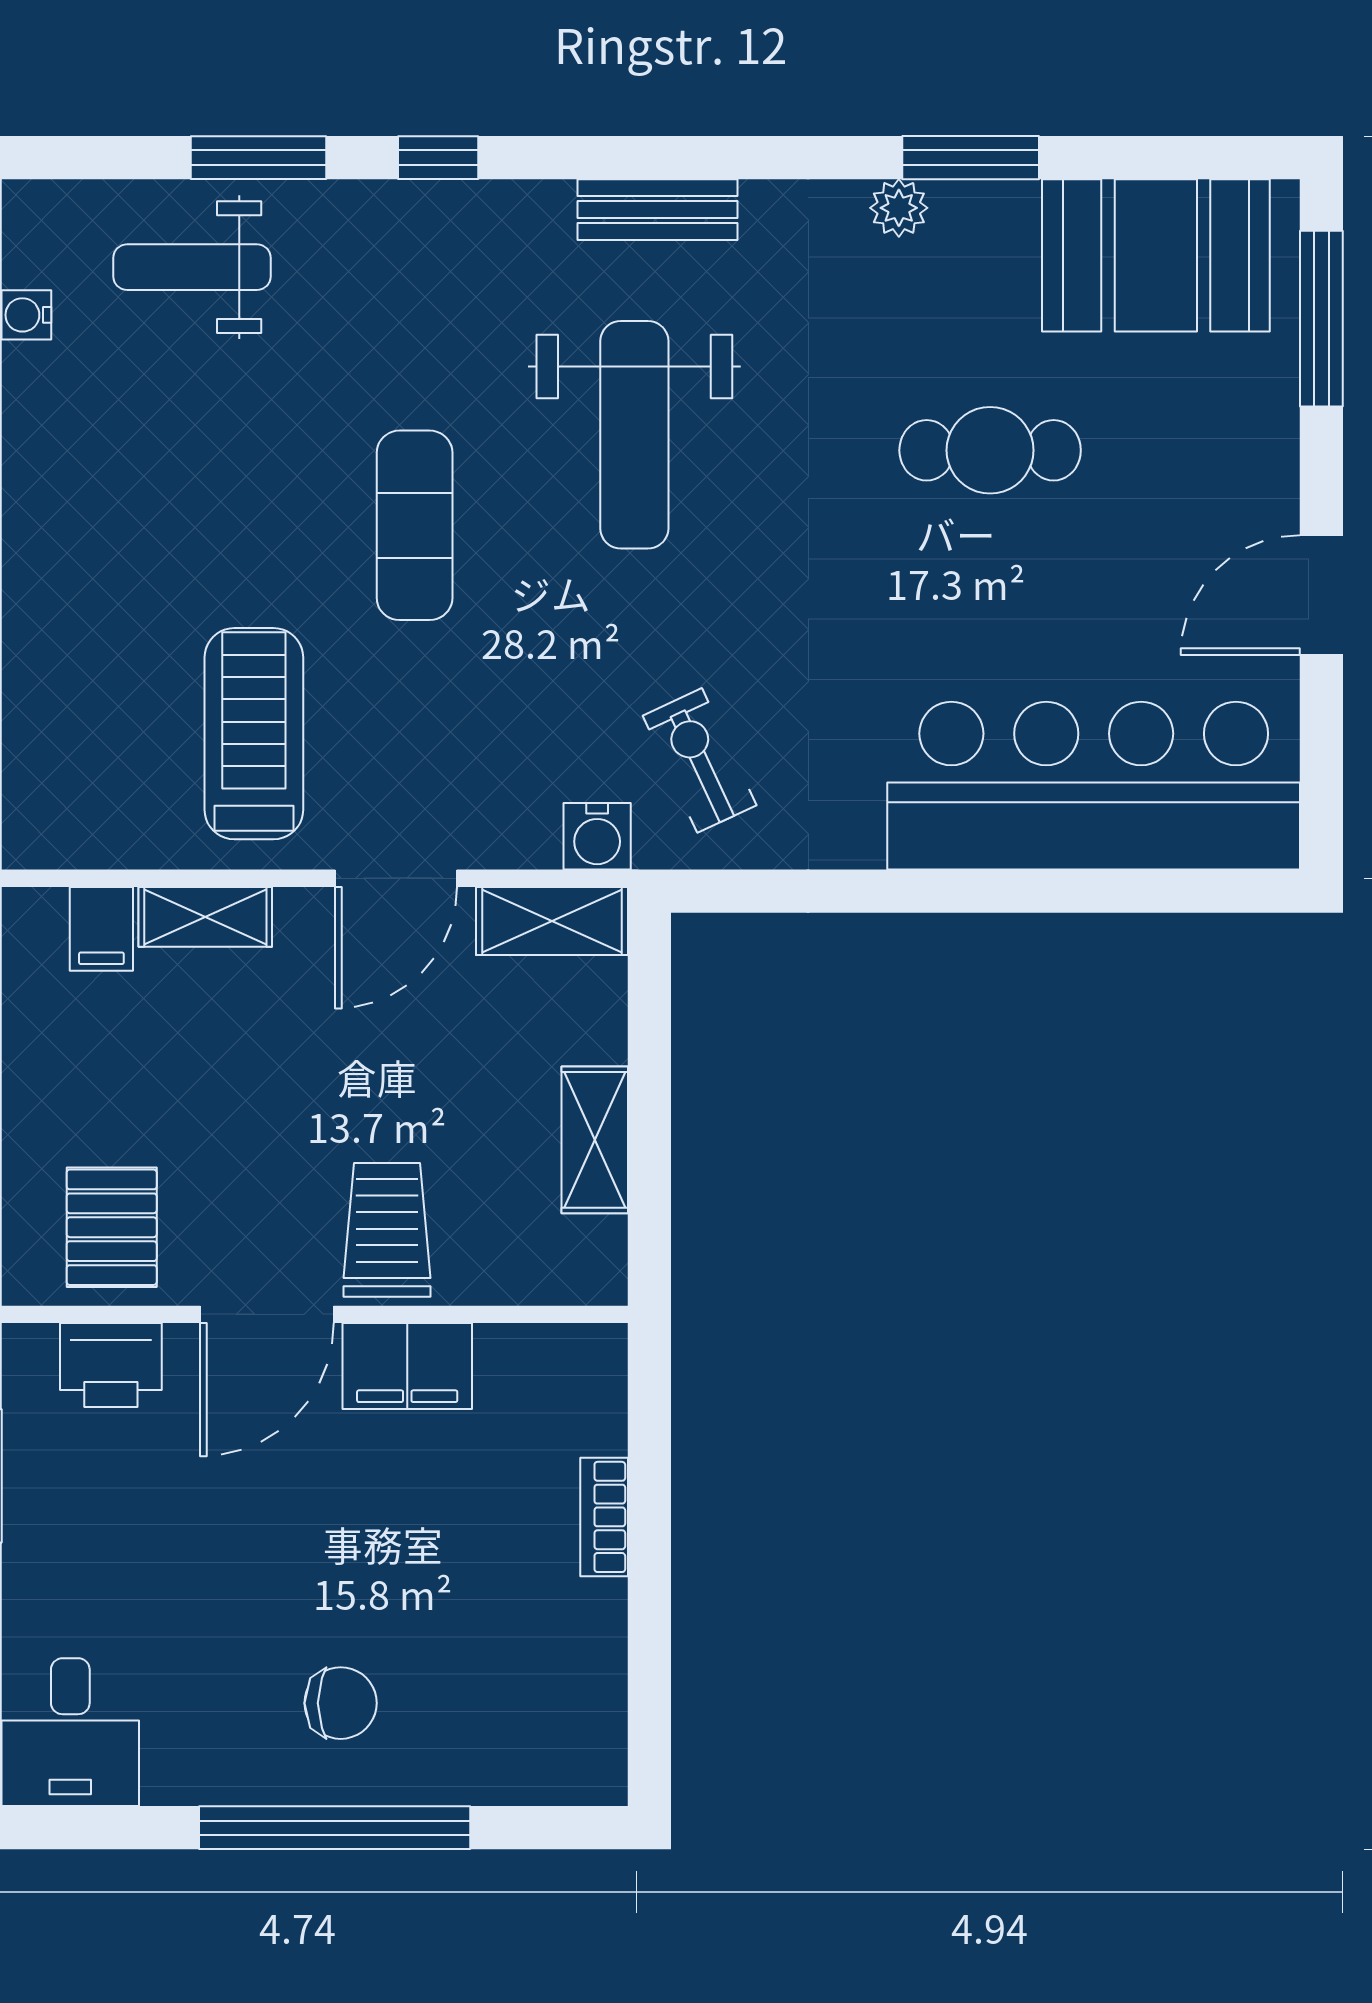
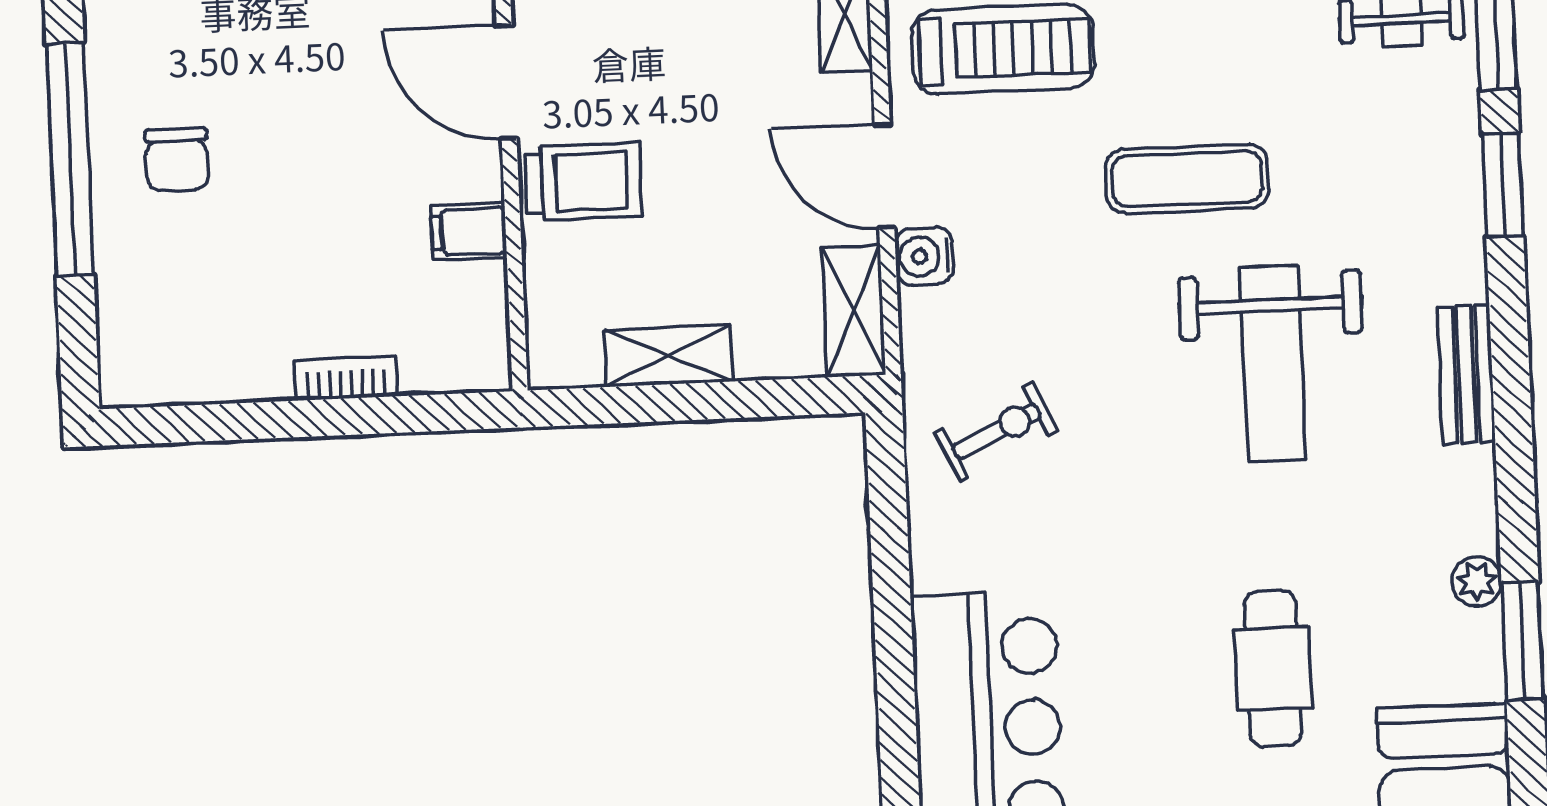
window: (438, 158) -> (1503, 185), width x1.50
weight bench: (634, 435) -> (1273, 364), turned -90
water cooler: (597, 836) -> (924, 256), moved
filing cabinet: (407, 1366) -> (469, 232), width x0.50

